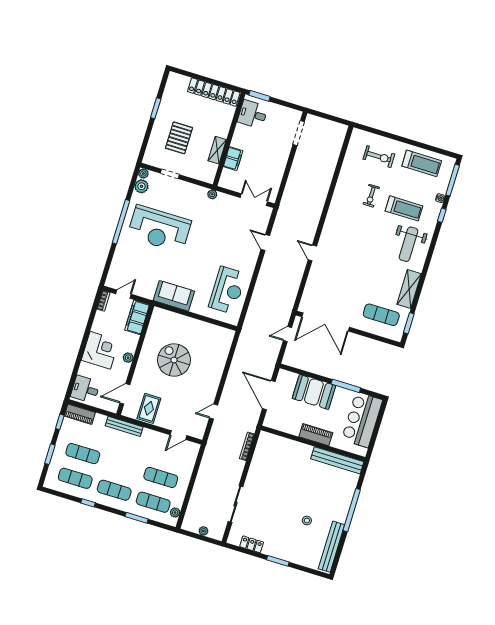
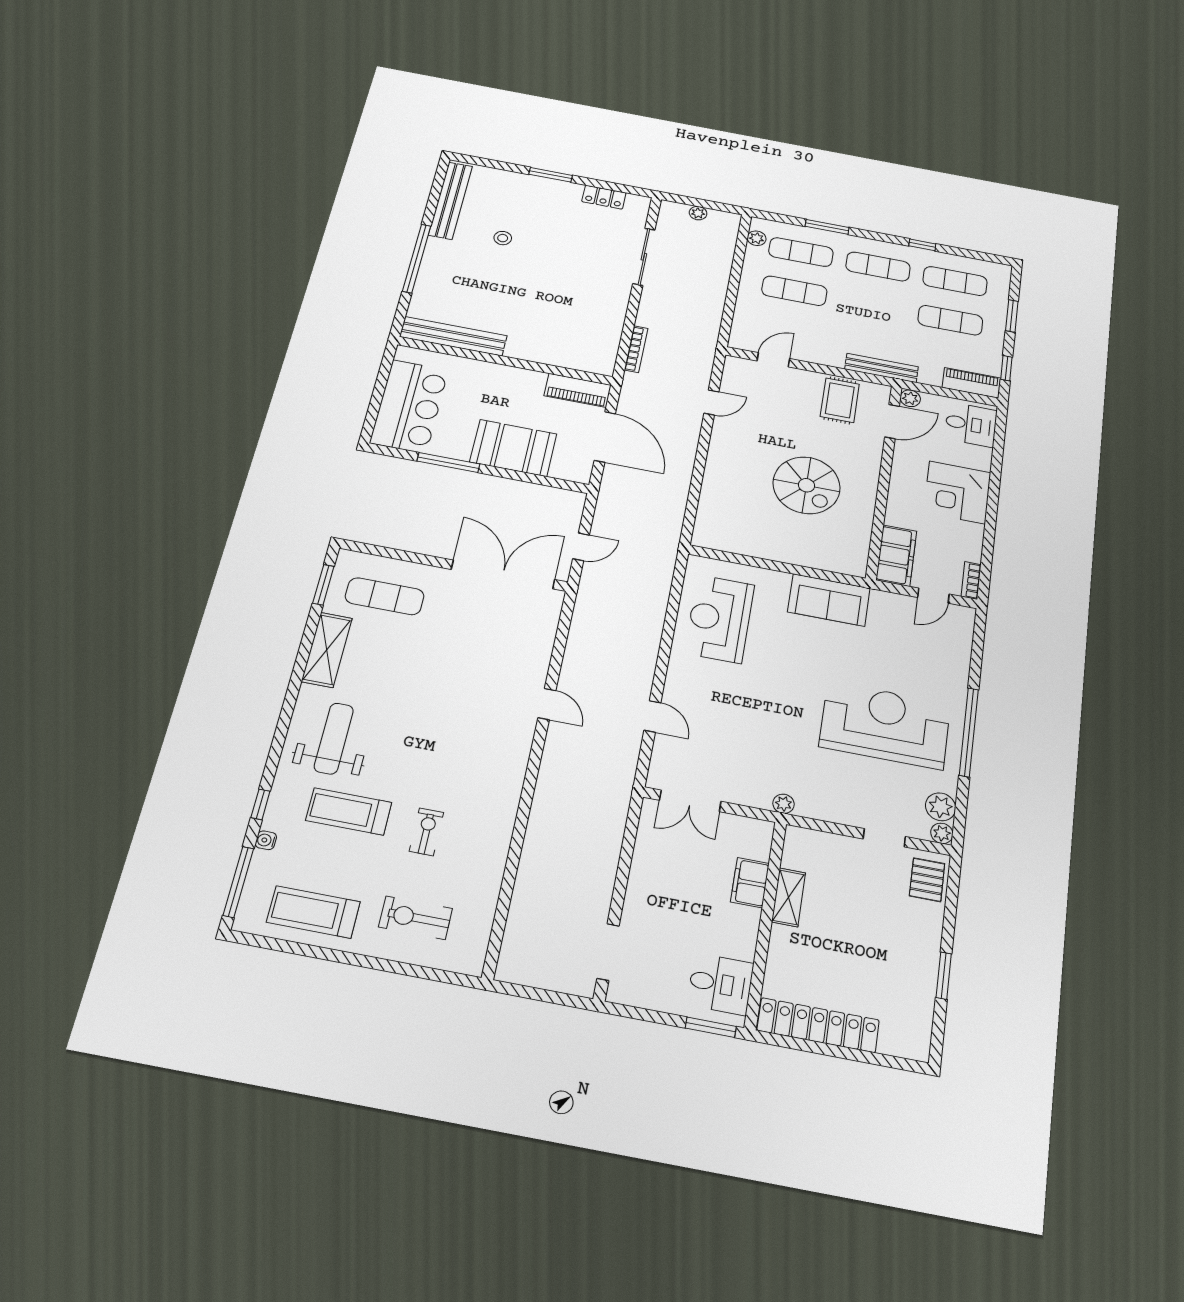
pallet: (179, 138) -> (927, 880), moved, width x0.67, depth x0.71
plant: (128, 358) -> (910, 398), moved
piano: (316, 435) -> (578, 390), moved

